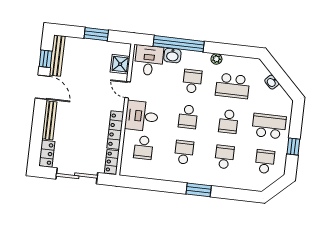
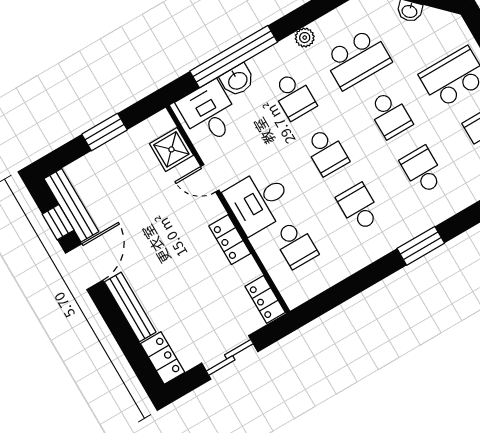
school desk: (192, 81) -> (294, 96), turned 180
door: (42, 87) -> (84, 267), hinge flipped
locker: (115, 130) -> (230, 240), width x0.66
sliding door: (77, 176) -> (230, 357), width x0.73

